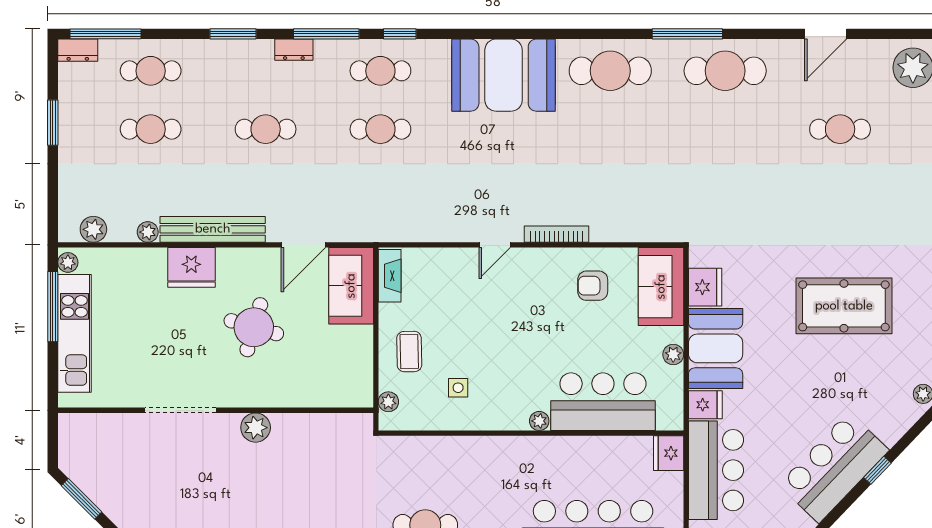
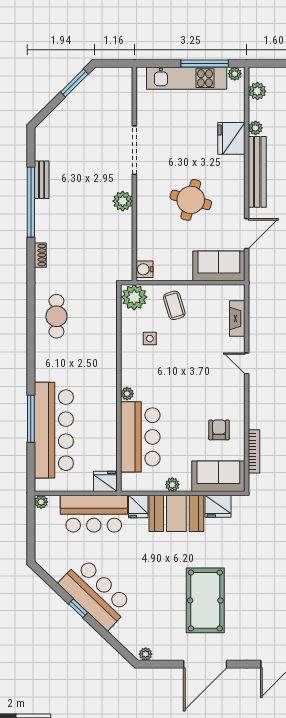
bookcase: (557, 234) -> (254, 451), moved
door: (303, 245) -> (247, 234), swing flipped
fridge: (191, 267) -> (231, 138), moved
fireplace: (390, 276) -> (237, 319), moved, turned 90
coffee table: (409, 352) -> (174, 305), turned 74
water cooler: (356, 395) -> (145, 269), added
plant: (388, 402) -> (134, 297), width x1.88, depth x1.88
window: (877, 470) -> (78, 608), moved

